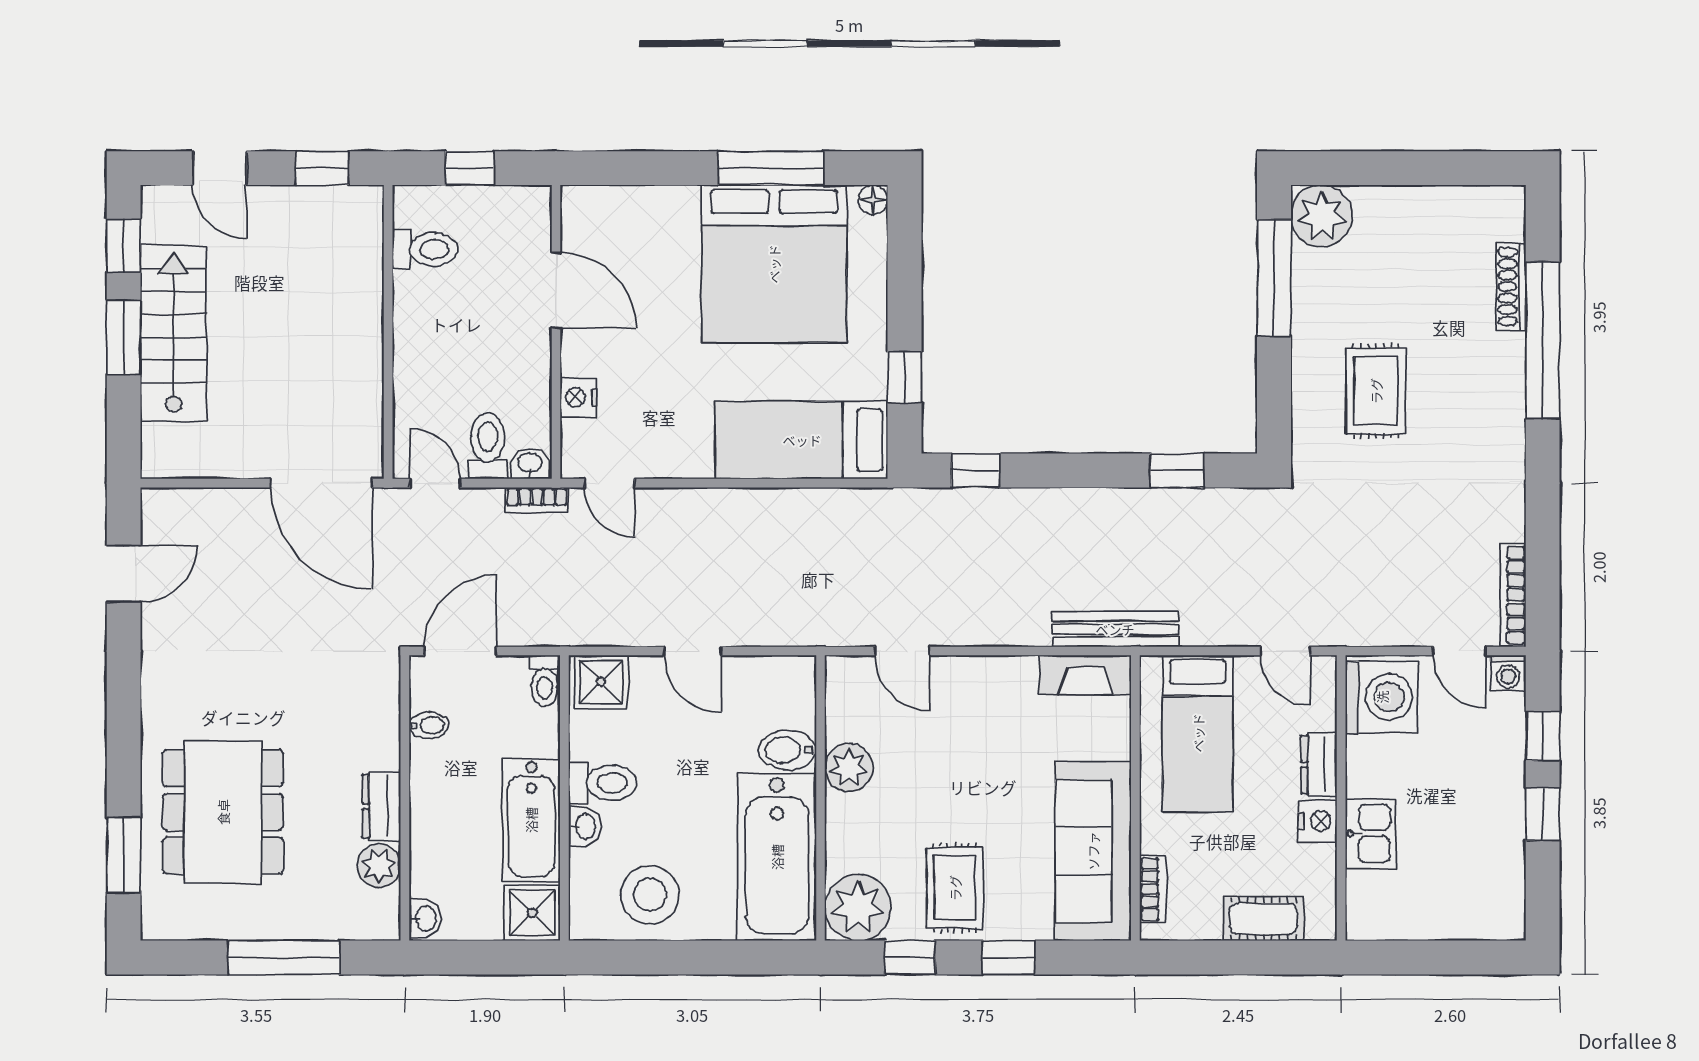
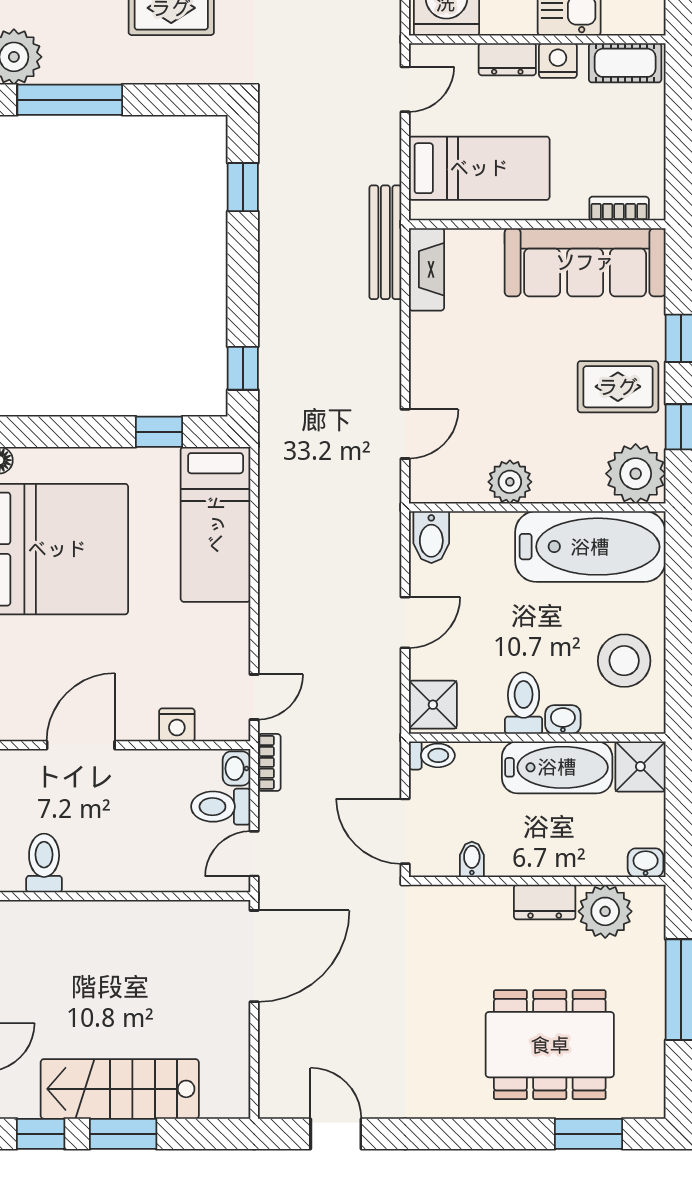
bidet: (787, 750) -> (431, 537), moved
plant: (379, 866) -> (605, 911), width x1.36, depth x1.36
cot: (1263, 919) -> (625, 63), moved, turned 90

